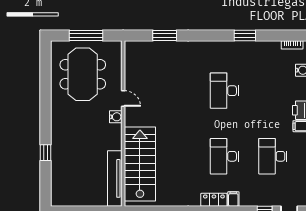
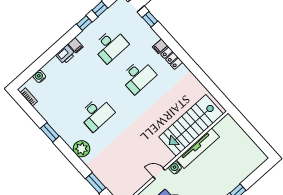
plant: (206, 50) -> (82, 149), added
door: (123, 98) -> (159, 173), hinge flipped
tv unit: (115, 178) -> (198, 148), moved

